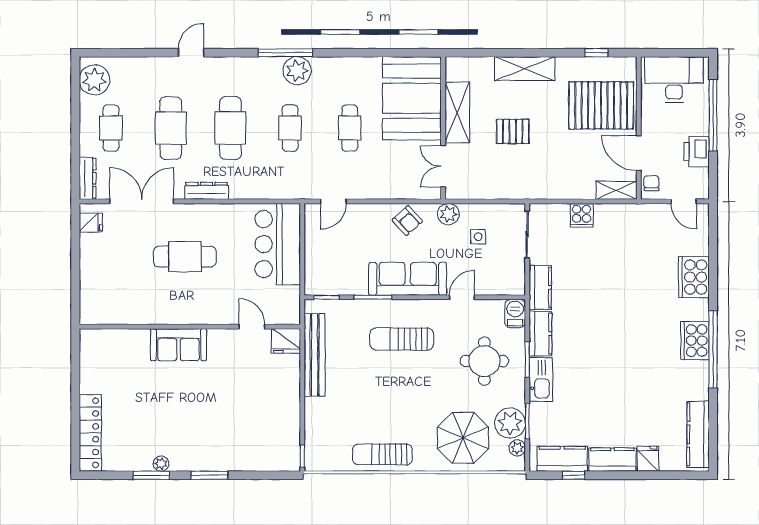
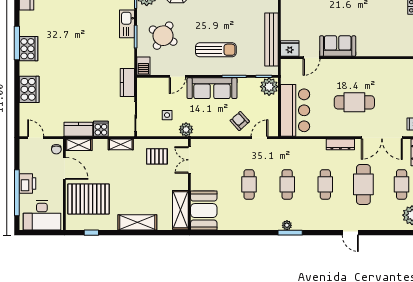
door: (191, 53) -> (350, 233), hinge flipped
window: (285, 53) -> (290, 233), width x0.69
plant: (297, 71) -> (287, 225), width x0.53, depth x0.53
booth: (412, 98) -> (204, 211), width x0.73, depth x0.70
shelving: (457, 112) -> (180, 210), moved
cafe table: (230, 128) -> (325, 184), width x0.73, depth x0.74
pallet: (513, 131) -> (157, 156), moved
printer: (697, 152) -> (28, 183), moved
double door: (443, 166) -> (189, 160), swing flipped
shelving: (551, 191) -> (121, 144), added
armchair: (407, 221) -> (240, 121), moved
plant: (318, 281) -> (269, 87), added
door: (252, 327) -> (311, 58), hinge flipped
kitchen counter: (540, 334) -> (78, 129), moved, turned 90
sofa: (179, 345) -> (338, 46), moved
window: (713, 349) -> (17, 43), width x0.68
round table: (484, 361) -> (163, 36), turned 31

